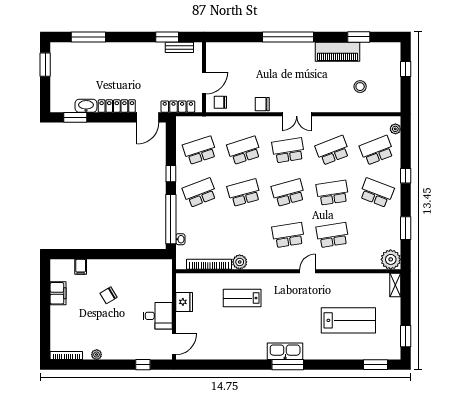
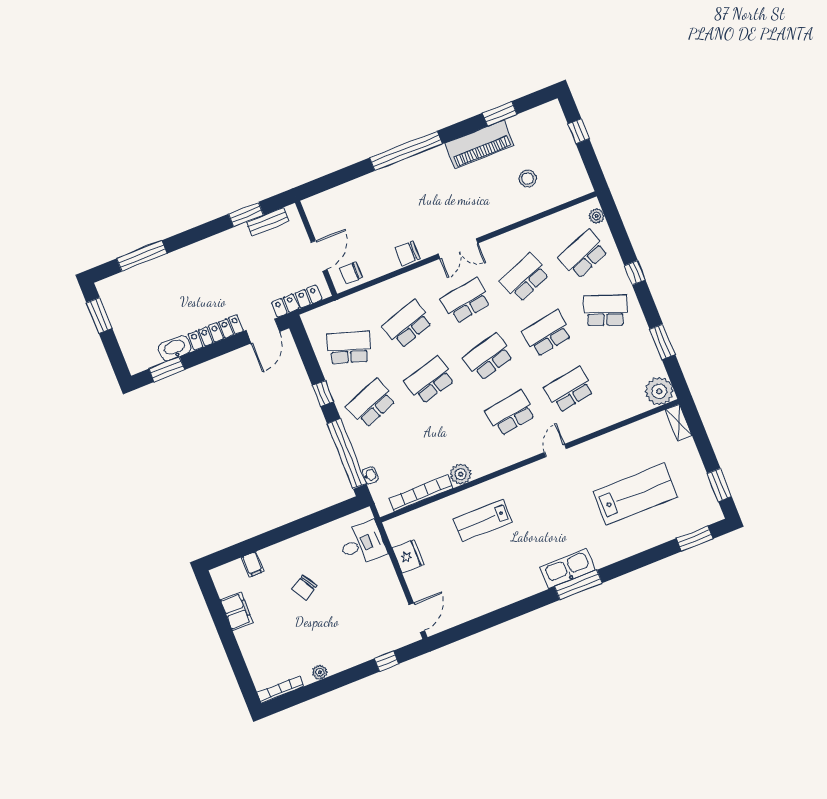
school desk: (200, 150) -> (349, 347), turned 36
desk: (158, 316) -> (362, 544), moved

